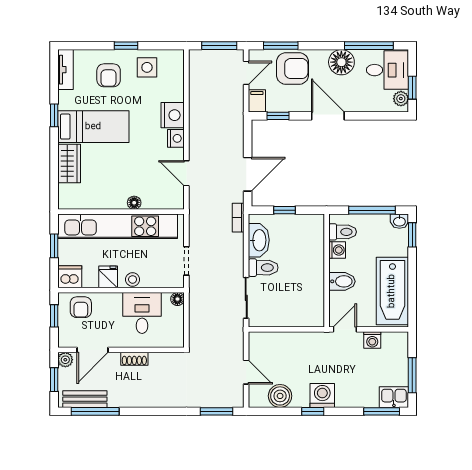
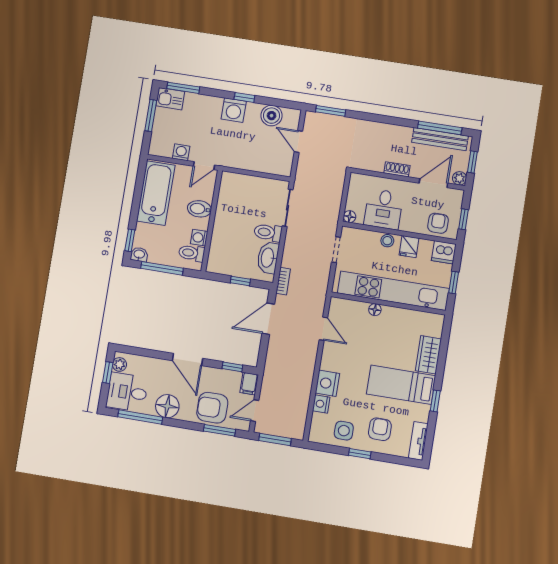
nightstand: (176, 138) -> (321, 404), moved
bench: (85, 399) -> (440, 139), width x1.36

